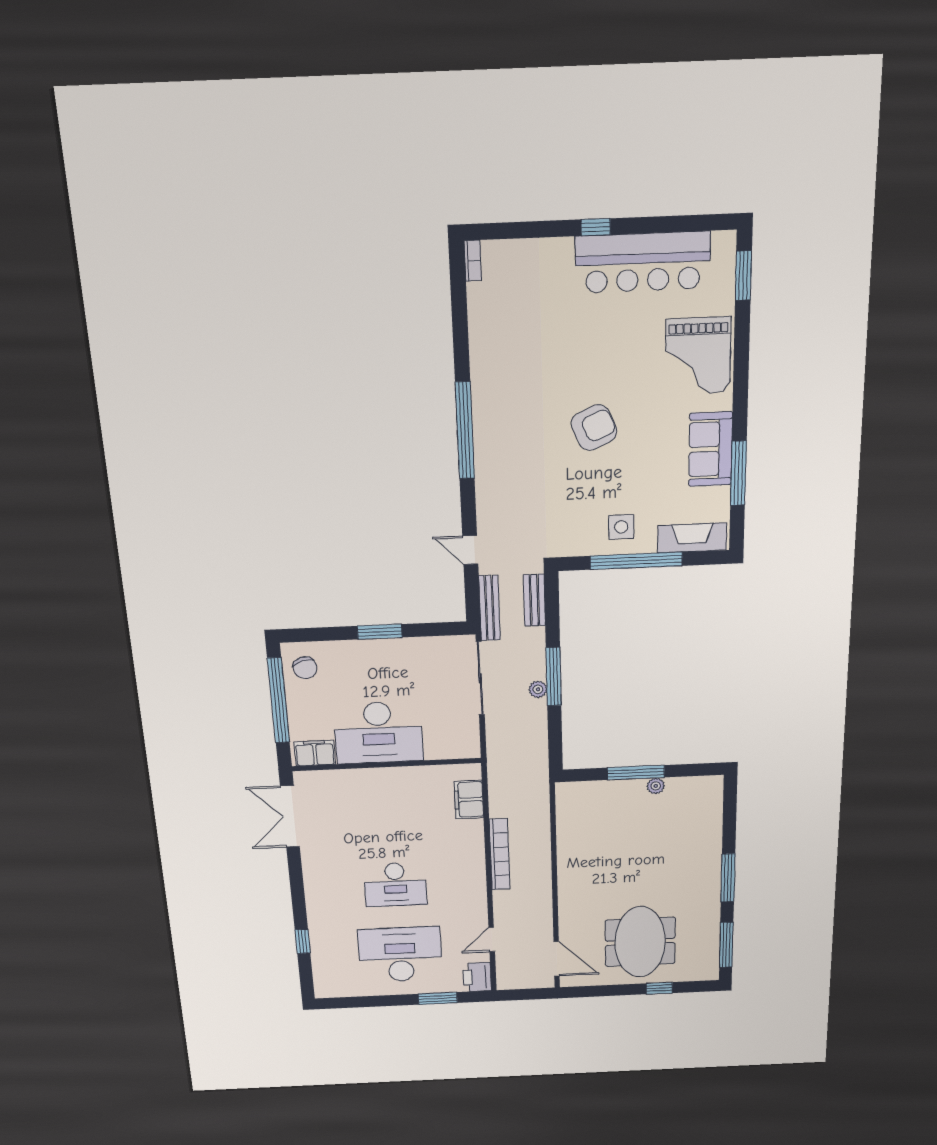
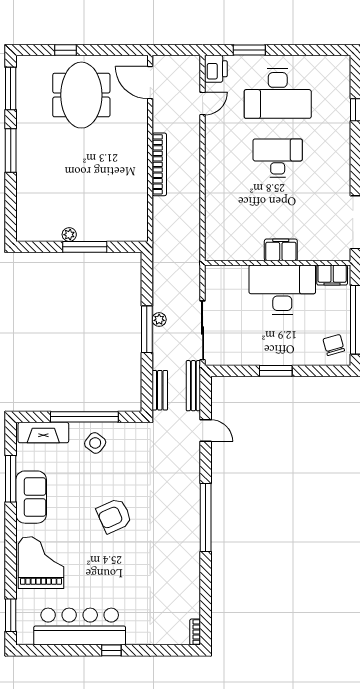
side table: (621, 527) -> (95, 443), turned 38
filing cabinet: (469, 800) -> (281, 250), moved, turned -90
bookcase: (500, 854) -> (159, 164), moved, turned 180

